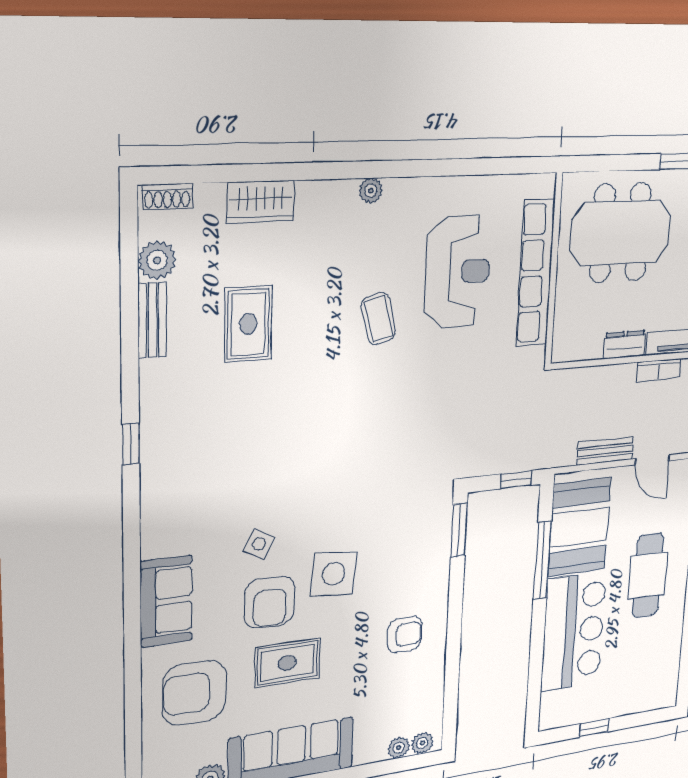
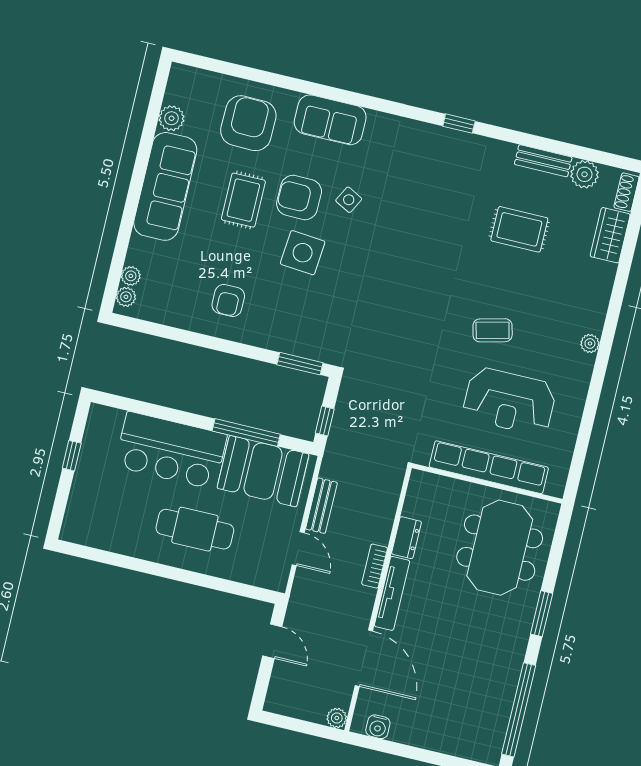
wardrobe: (261, 202) -> (610, 235), moved
door: (652, 460) -> (298, 549), swing flipped

